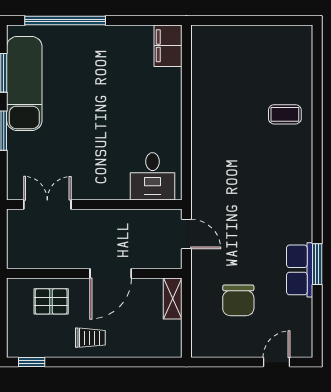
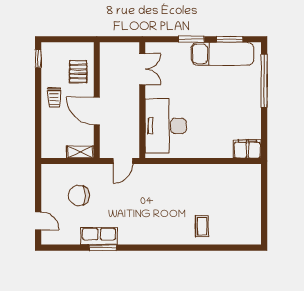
desk: (153, 176) -> (166, 126), width x1.87, depth x1.30

